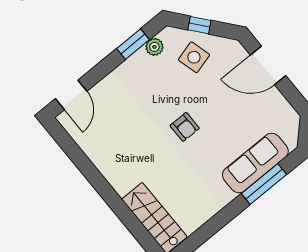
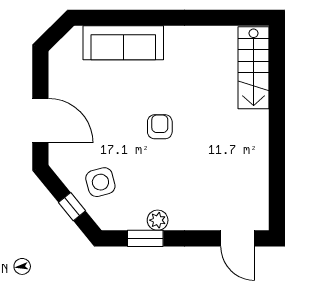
plant: (154, 47) -> (158, 220), moved
door: (71, 95) -> (238, 238), swing flipped
window: (264, 184) -> (131, 18), removed

